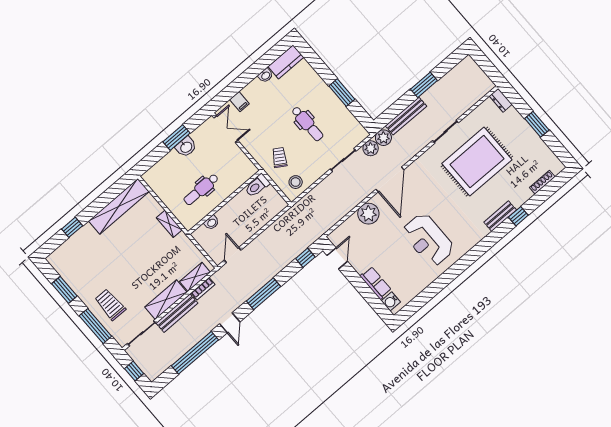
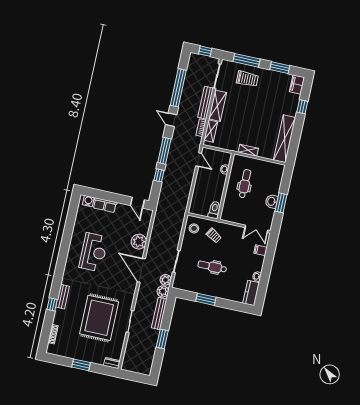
reception desk: (428, 240) -> (94, 252), turned 90
filing cabinet: (59, 257) -> (297, 85), added
window: (305, 258) -> (159, 175), moved

